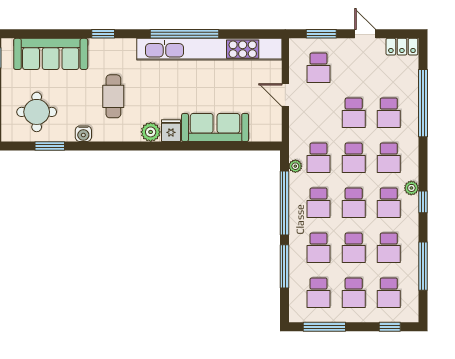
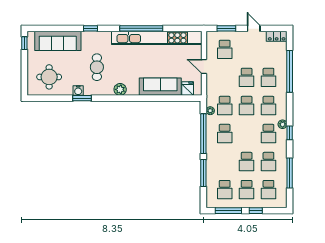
fridge: (171, 131) -> (188, 89), moved
window: (50, 146) -> (82, 98), moved
school desk: (354, 203) -> (247, 134), removed
school desk: (319, 248) -> (225, 162), removed
window: (390, 327) -> (256, 211), moved

